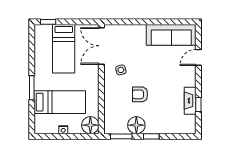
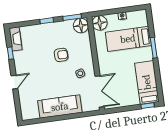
sofa: (171, 35) -> (60, 107), moved
bed: (64, 49) -> (147, 82), moved
door: (198, 57) -> (14, 82), moved
fireplace: (190, 101) -> (16, 39), moved
floor lamp: (136, 125) -> (81, 26), moved

